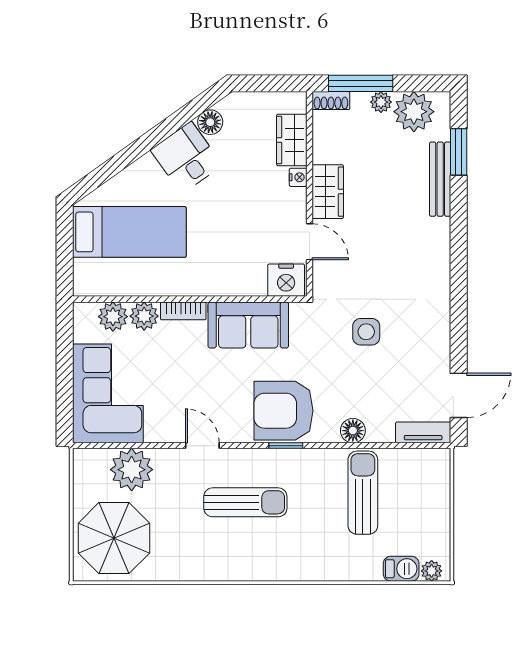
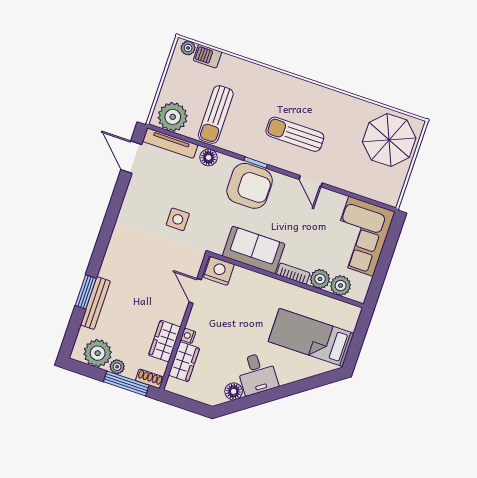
window: (459, 152) -> (86, 292), moved
wardrobe: (328, 192) -> (165, 341), moved
door: (459, 395) -> (131, 157), hinge flipped
tv unit: (423, 432) -> (170, 143), width x1.41
plant: (132, 470) -> (173, 117), moved

